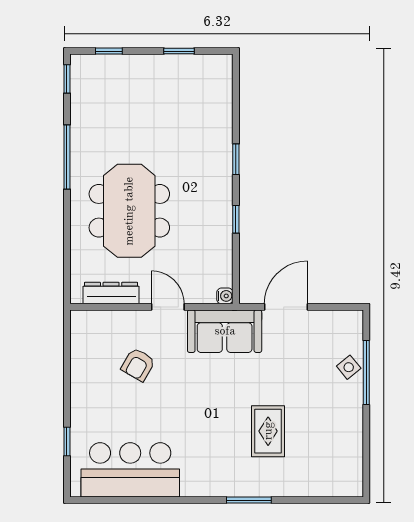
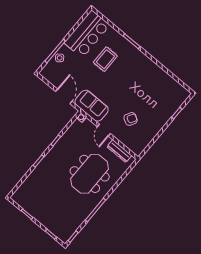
door: (286, 307) -> (64, 96), swing flipped
bar counter: (130, 470) -> (87, 34), moved, turned -90

